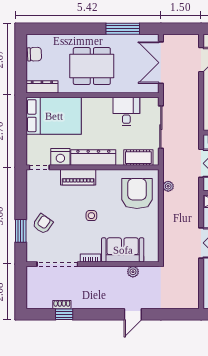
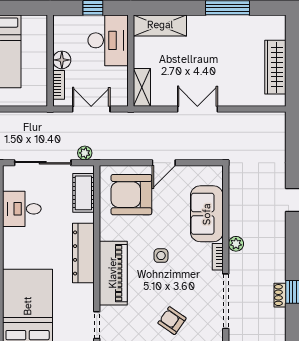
nightstand: (60, 157) -> (83, 297), removed
piano: (78, 177) -> (113, 273), width x1.37, depth x1.33
plant: (168, 186) -> (85, 153), moved
door: (161, 218) -> (164, 163), added
plant: (133, 272) -> (236, 244), moved

